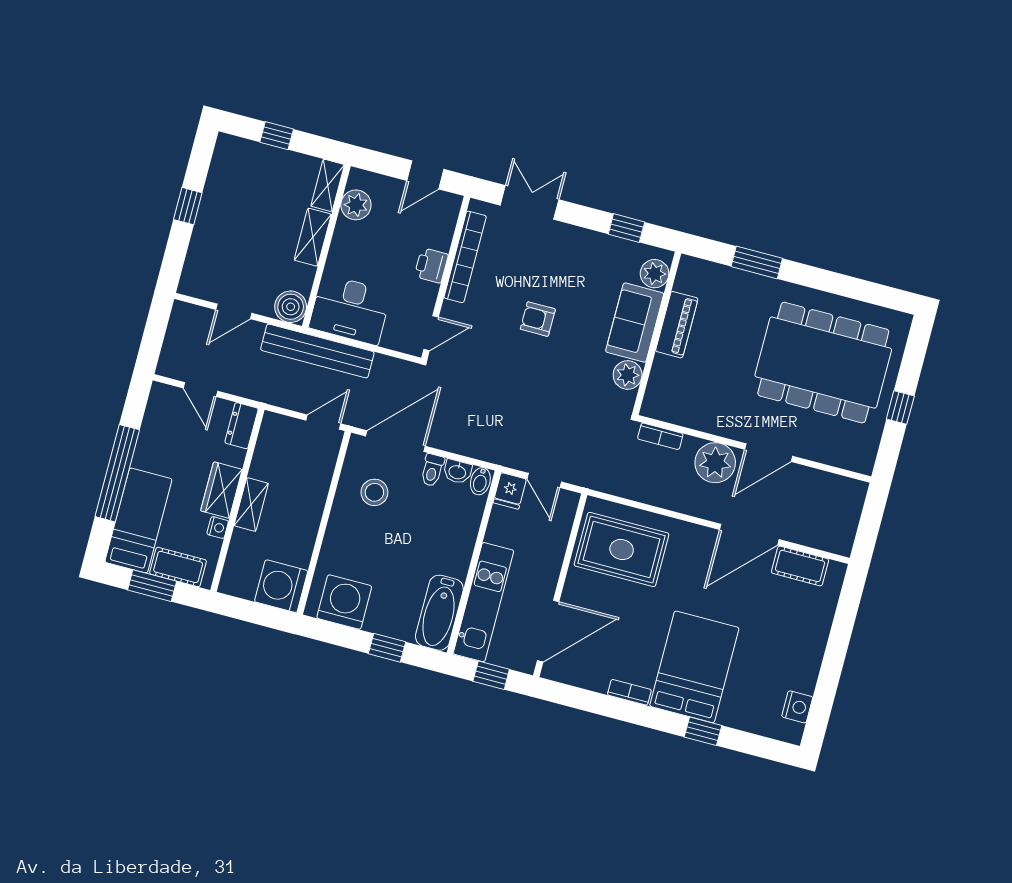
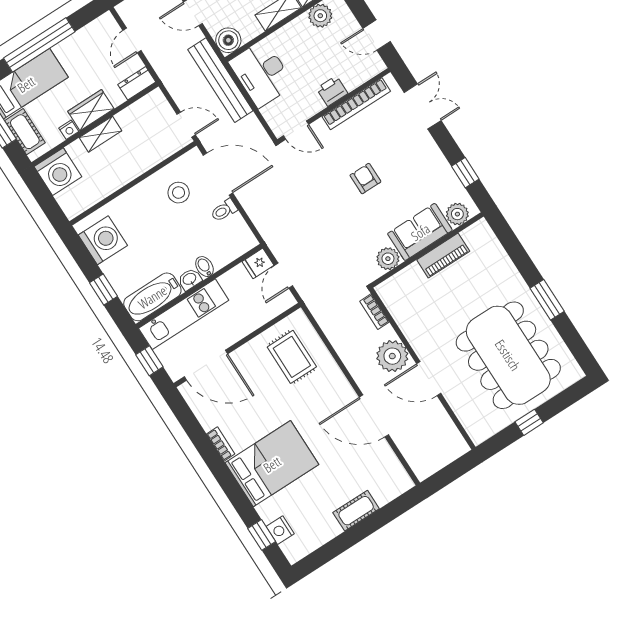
window: (757, 262) -> (547, 300), moved
washbasin: (457, 472) -> (190, 279), moved, turned 90
bidet: (480, 481) -> (205, 267), moved, turned 90
rug: (622, 550) -> (292, 357), width x0.73, depth x0.70
cot: (800, 566) -> (356, 511), moved, turned 90
washing machine: (281, 586) -> (58, 172), moved, turned 180
nightstand: (797, 707) -> (280, 530), moved, turned 90
window: (703, 731) -> (262, 535), moved

